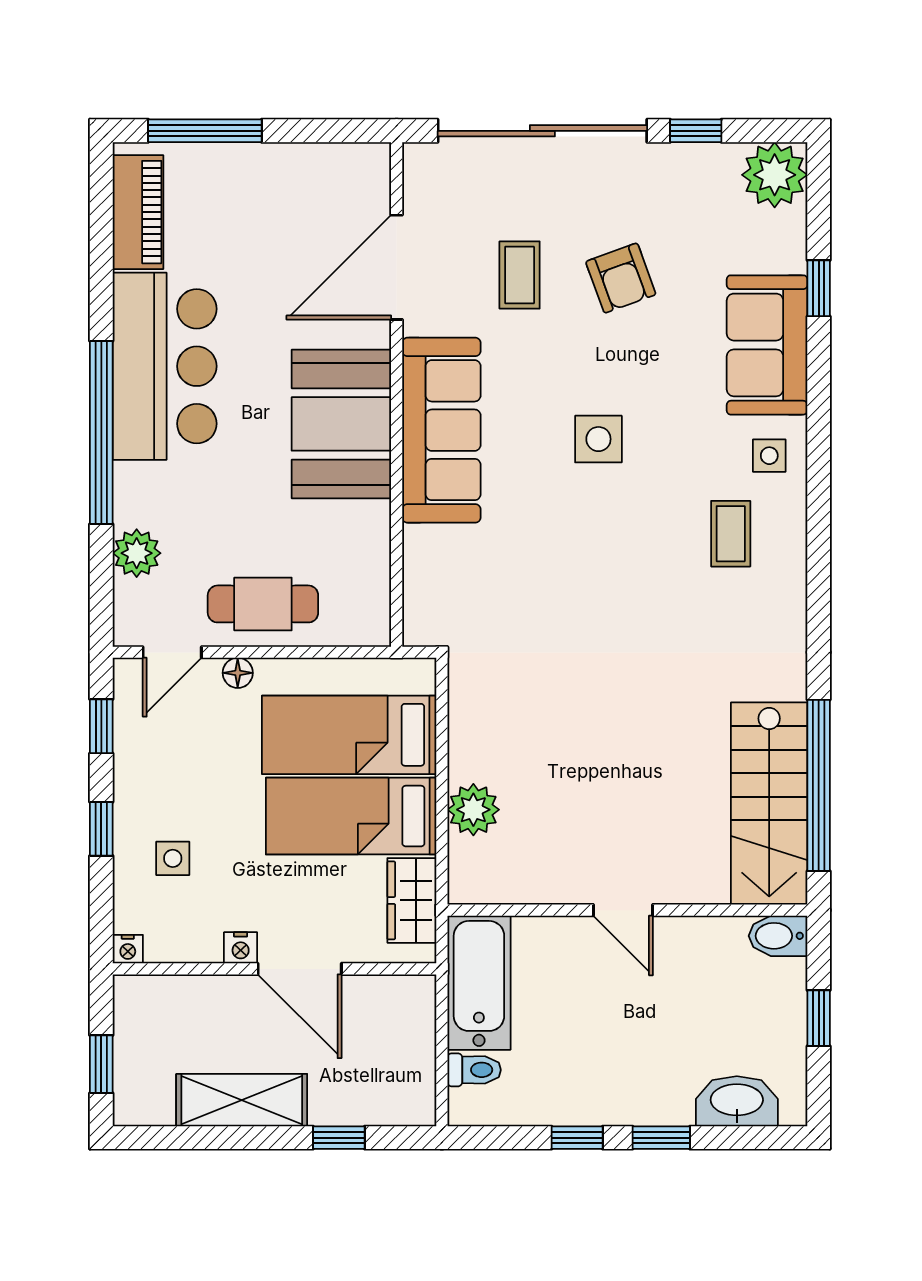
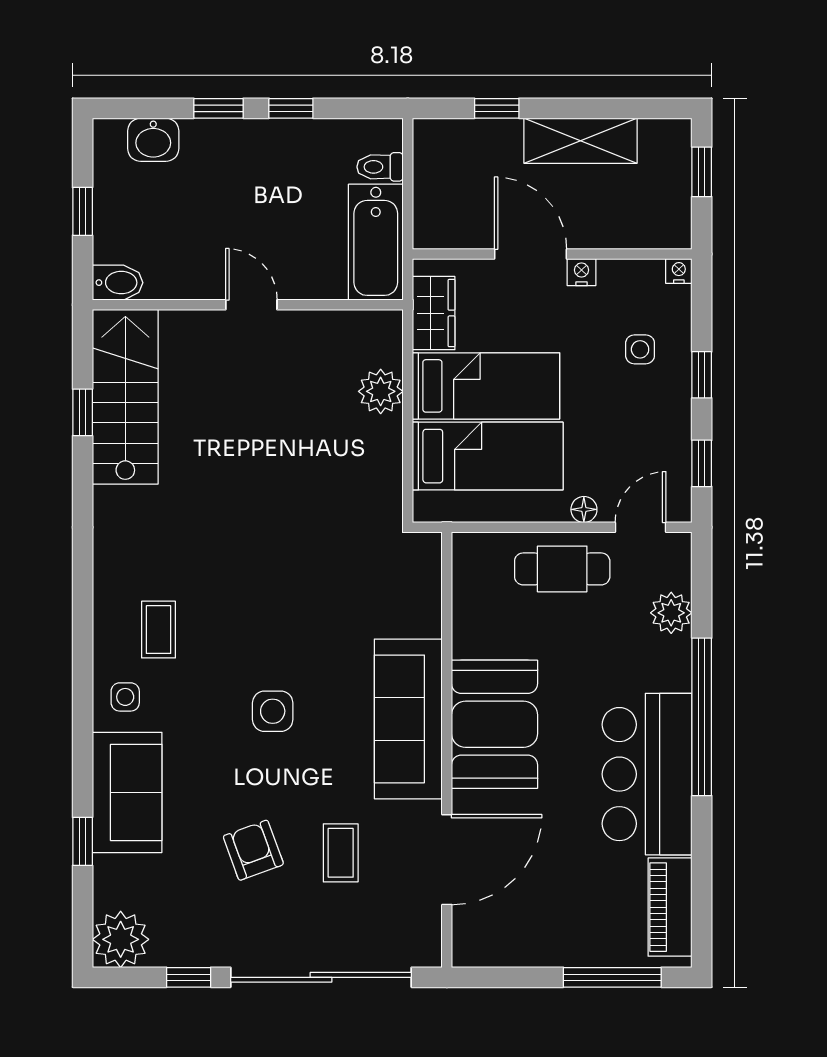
window: (819, 785) -> (83, 412), width x0.32
washbasin: (737, 1101) -> (153, 140), width x0.72

